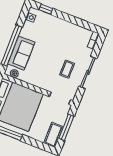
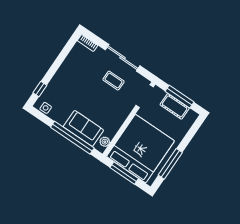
cot: (53, 135) -> (175, 106), moved

